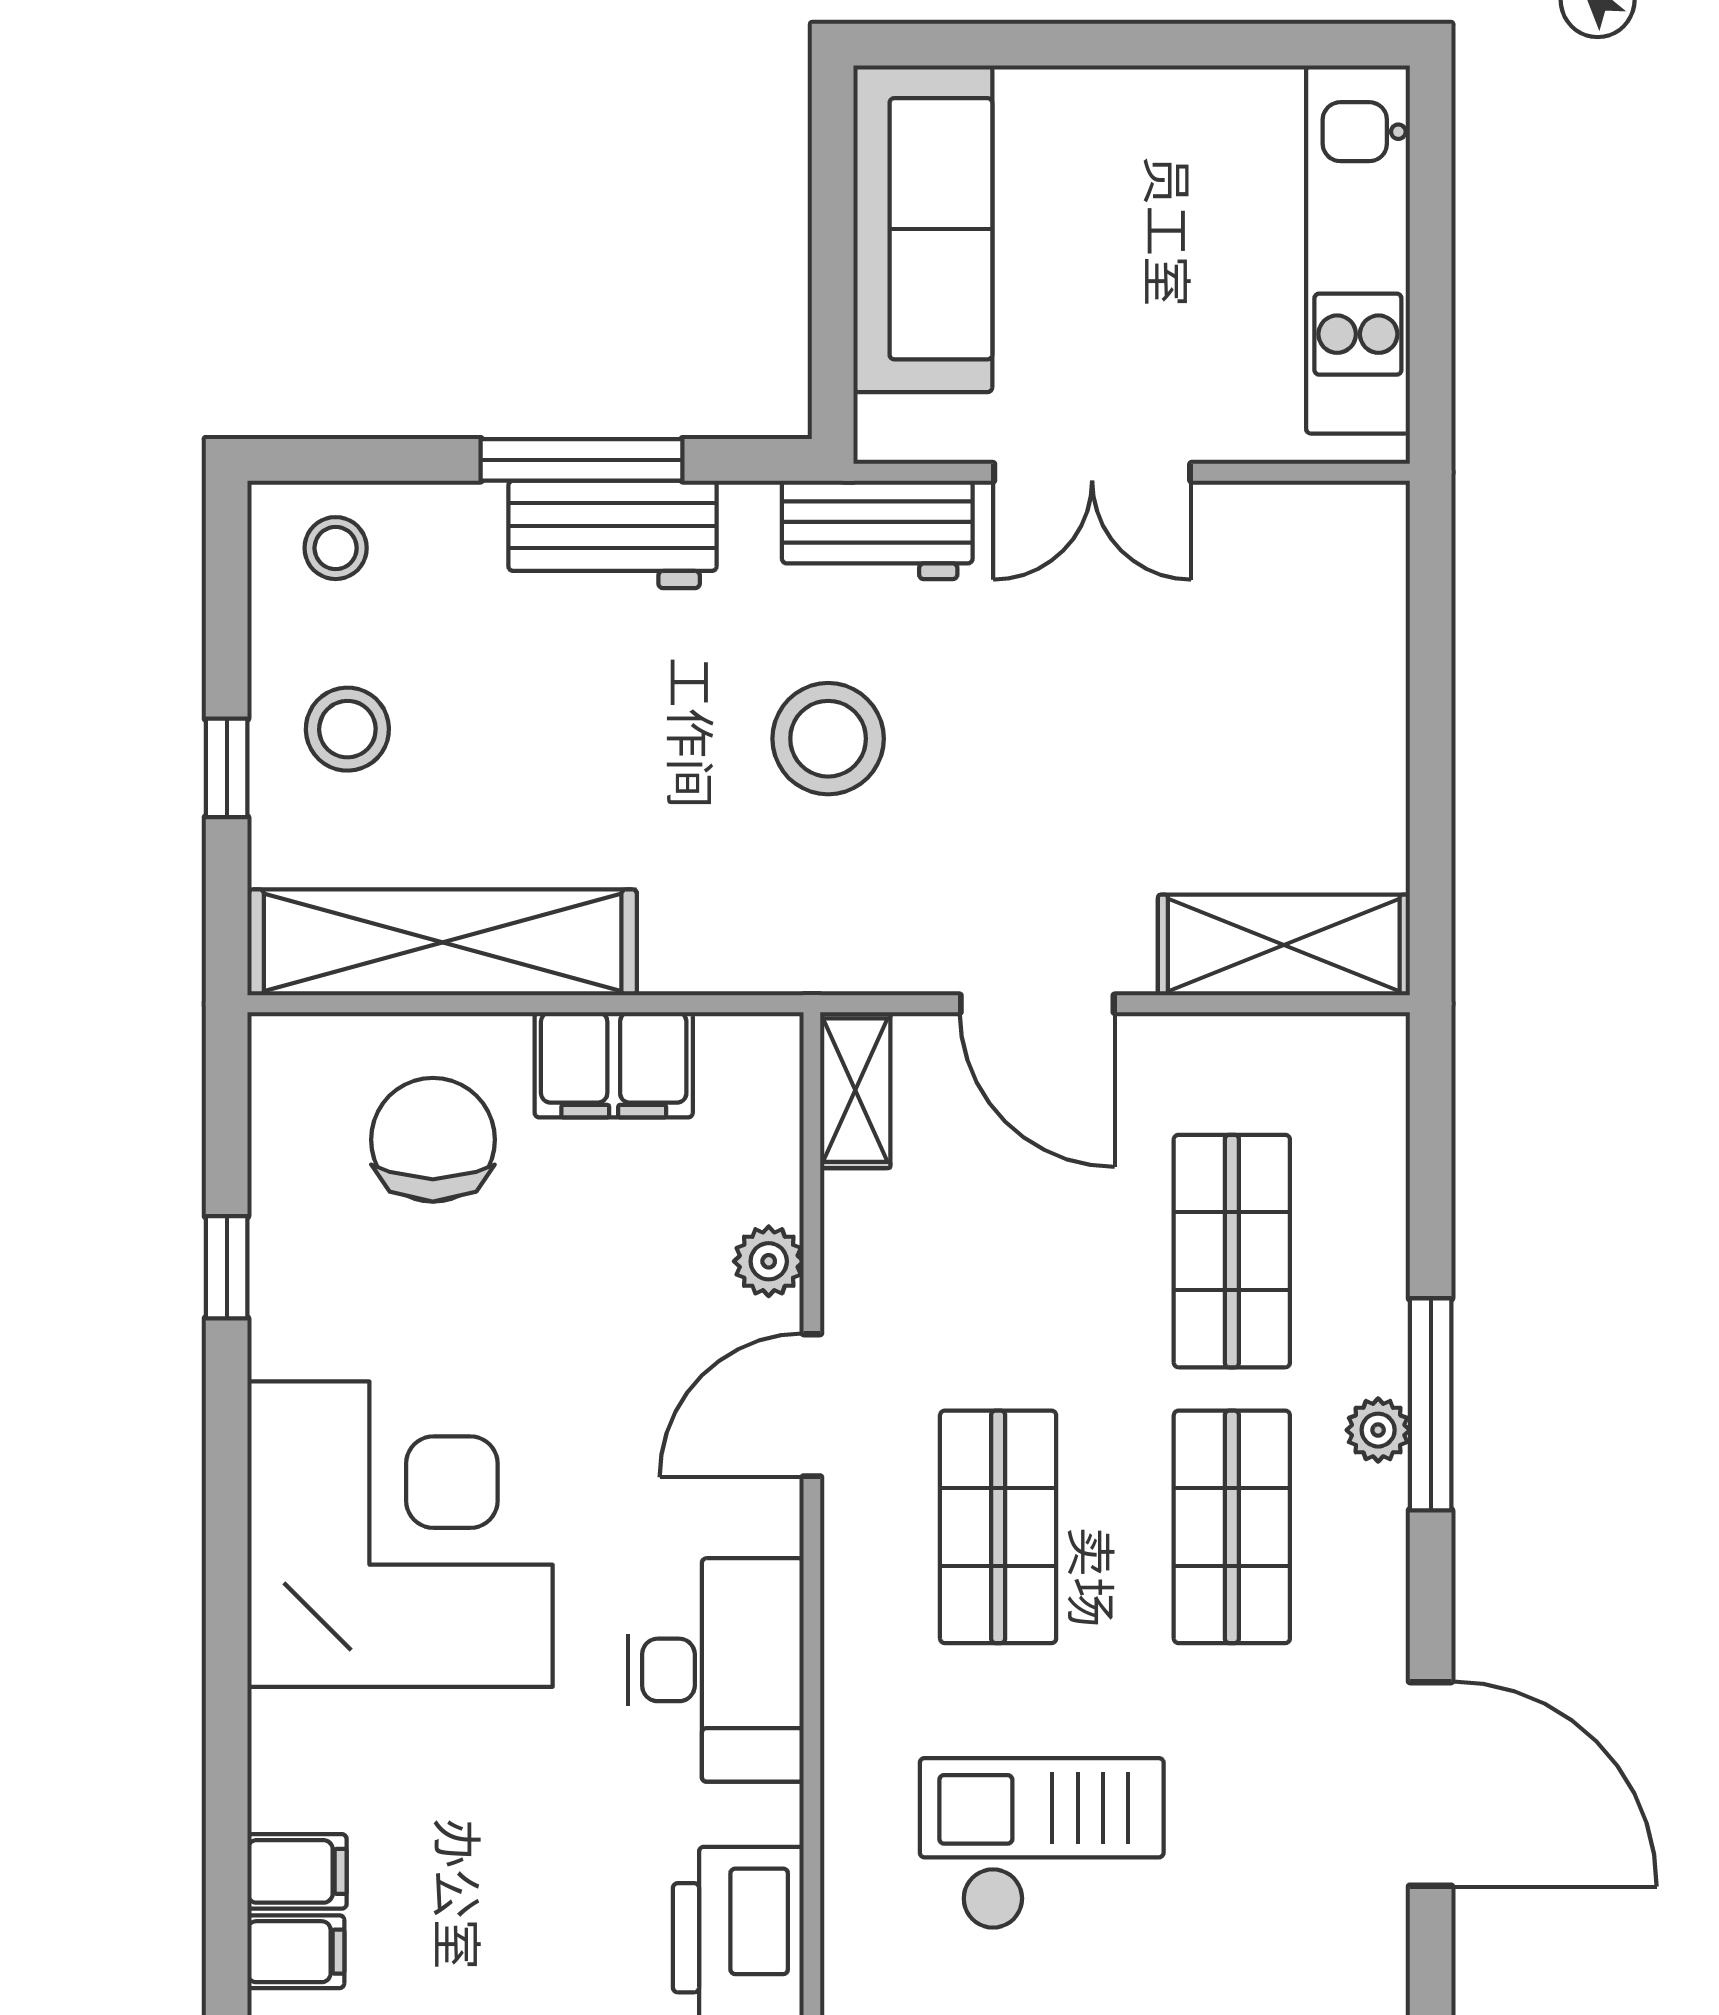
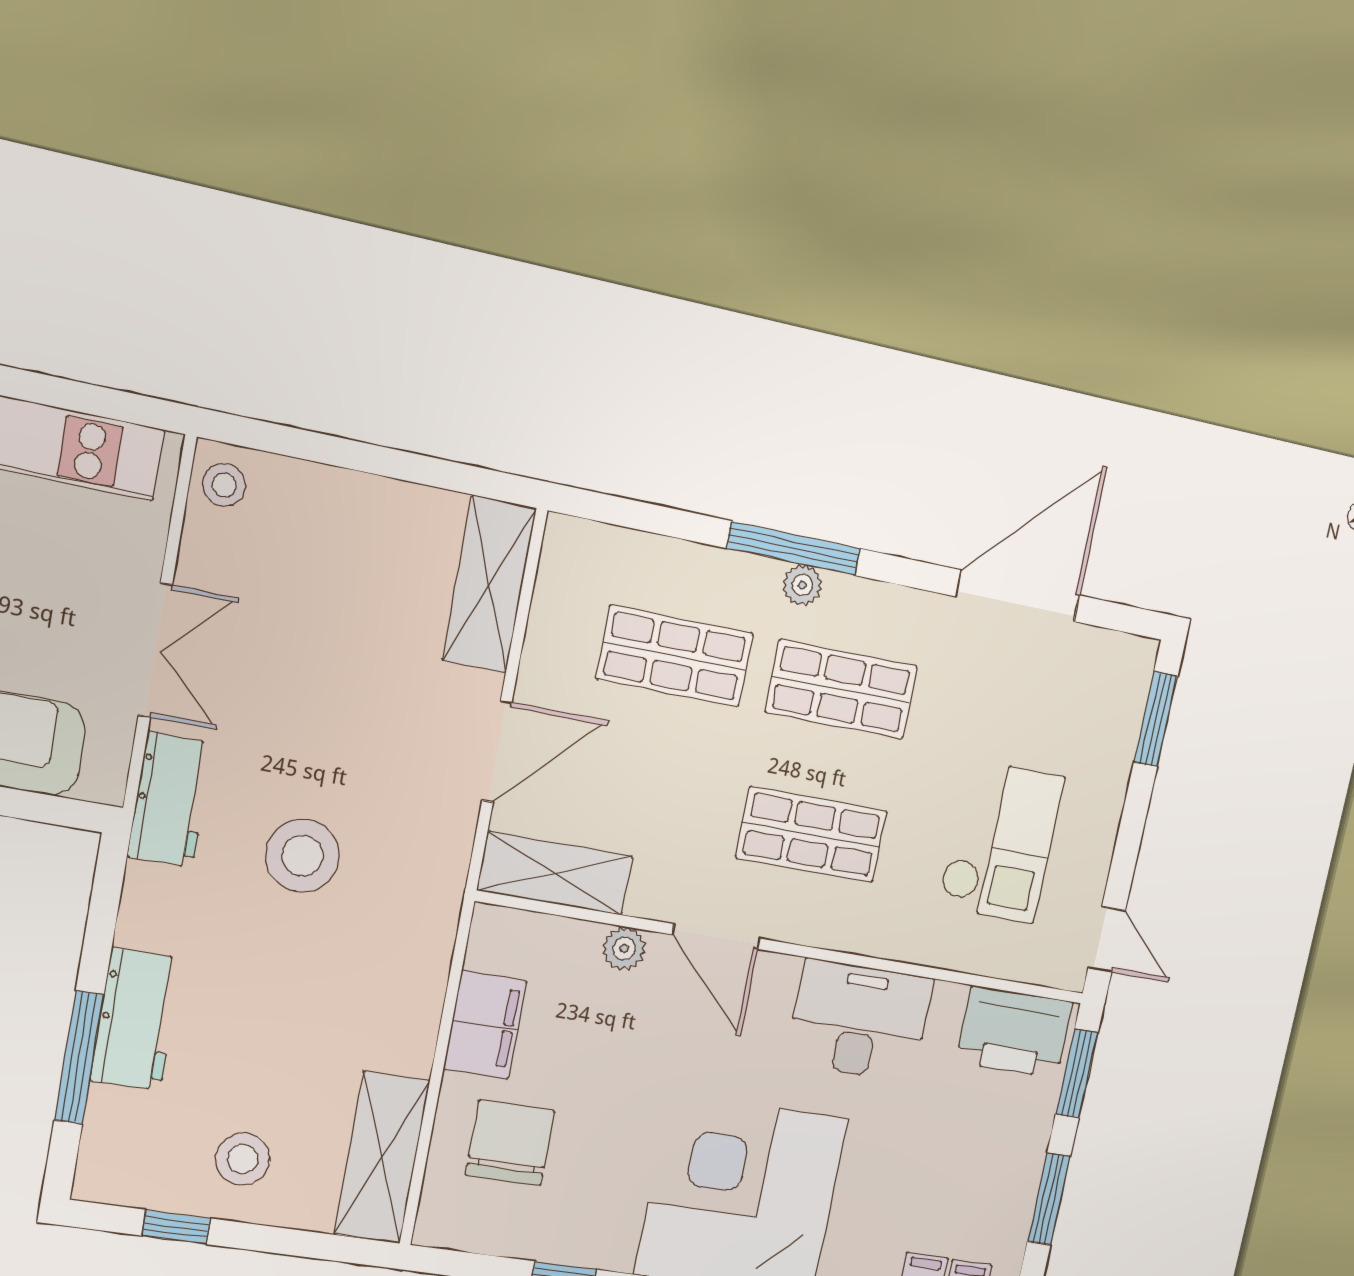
window: (582, 460) -> (79, 1058), moved
workbench: (612, 534) -> (136, 1019), moved
stool: (336, 548) -> (224, 485), moved
window: (227, 768) -> (176, 1227), moved
shelving: (443, 942) -> (382, 1157), width x0.68
shelving: (855, 1090) -> (555, 873), width x1.50, depth x1.33
chair: (433, 1140) -> (510, 1143), turned 90
checkout: (1042, 1844) -> (1001, 842), turned 180

